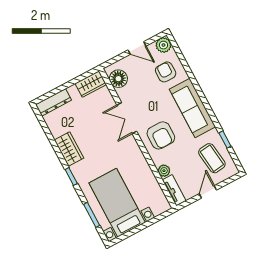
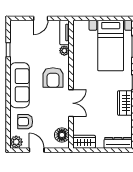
armchair: (166, 72) -> (25, 122), turned 90
armchair: (161, 135) -> (53, 77), turned 180
coffee table: (212, 158) -> (25, 41), removed

